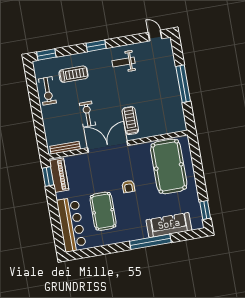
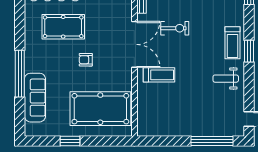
weight bench: (123, 62) -> (226, 79), turned -90
treadmill: (73, 74) -> (232, 43), moved
window: (183, 84) -> (212, 141), moved
window: (205, 210) -> (70, 141), moved

